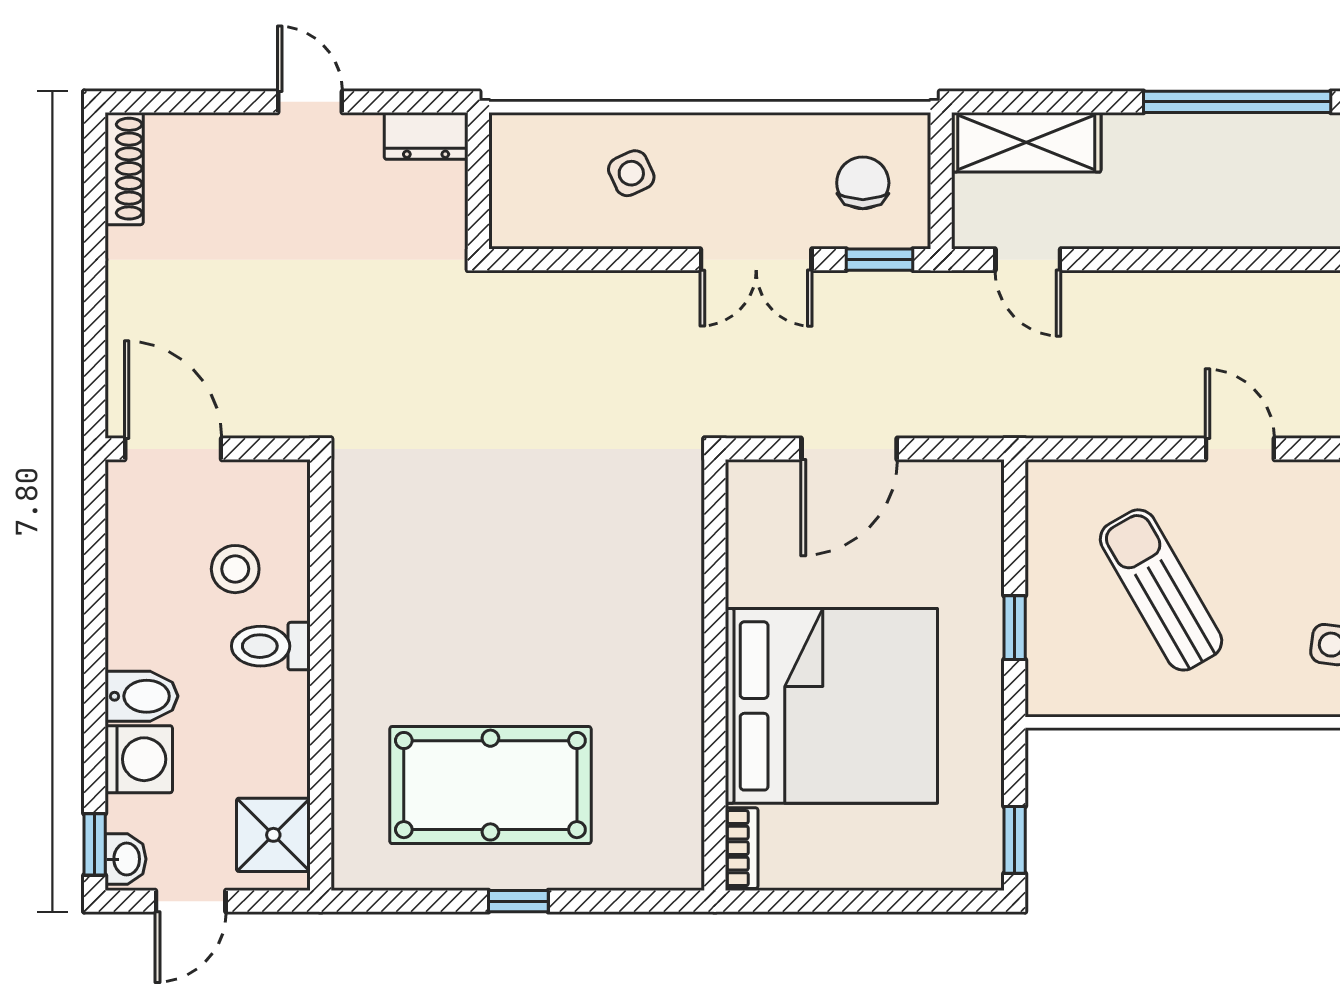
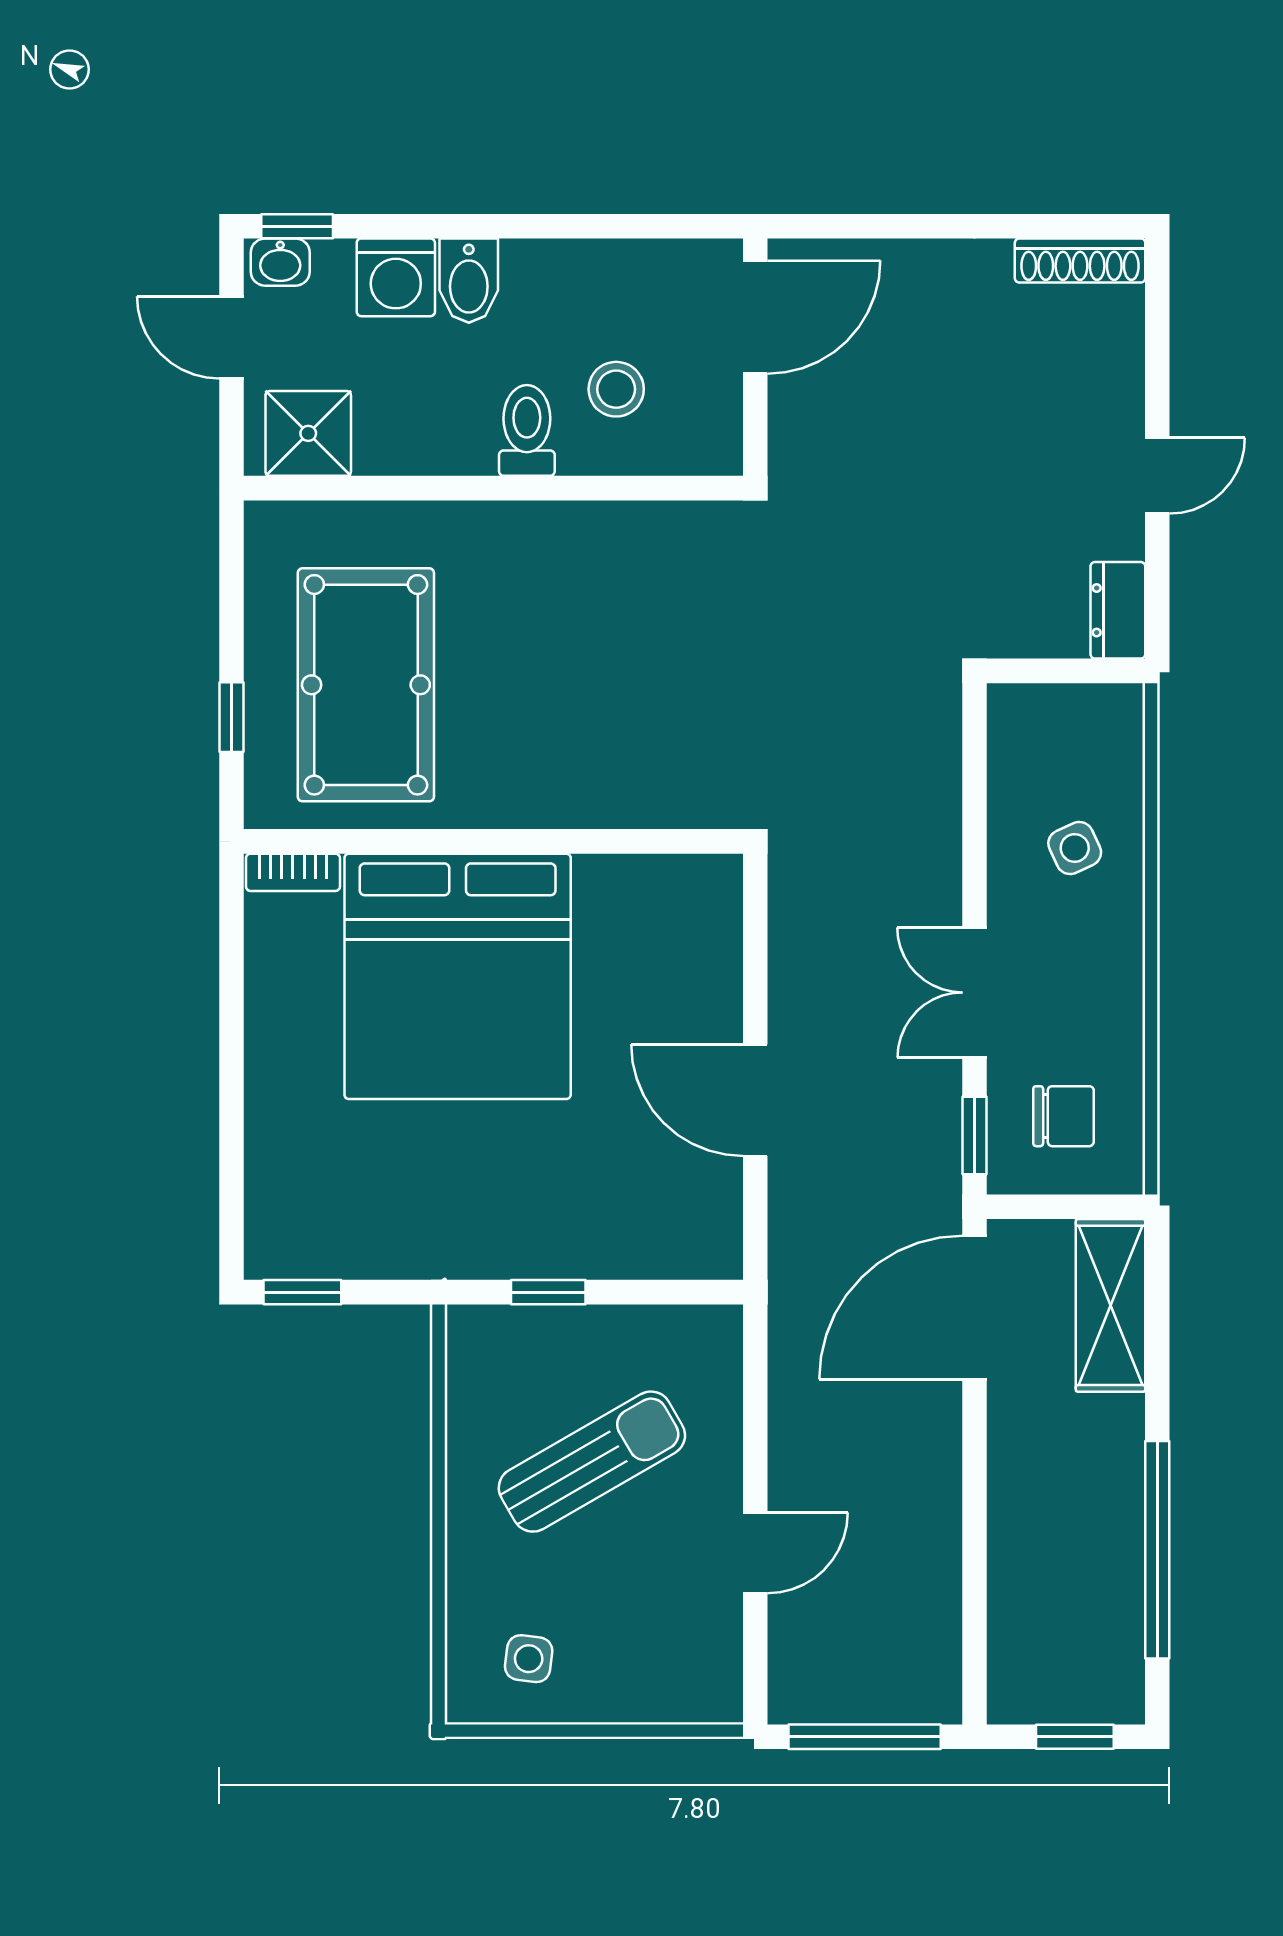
door: (1028, 260) -> (975, 1307), width x1.87
wall: (715, 675) -> (493, 841), moved
bed: (831, 706) -> (458, 976), moved
bookcase: (742, 848) -> (293, 872), moved

